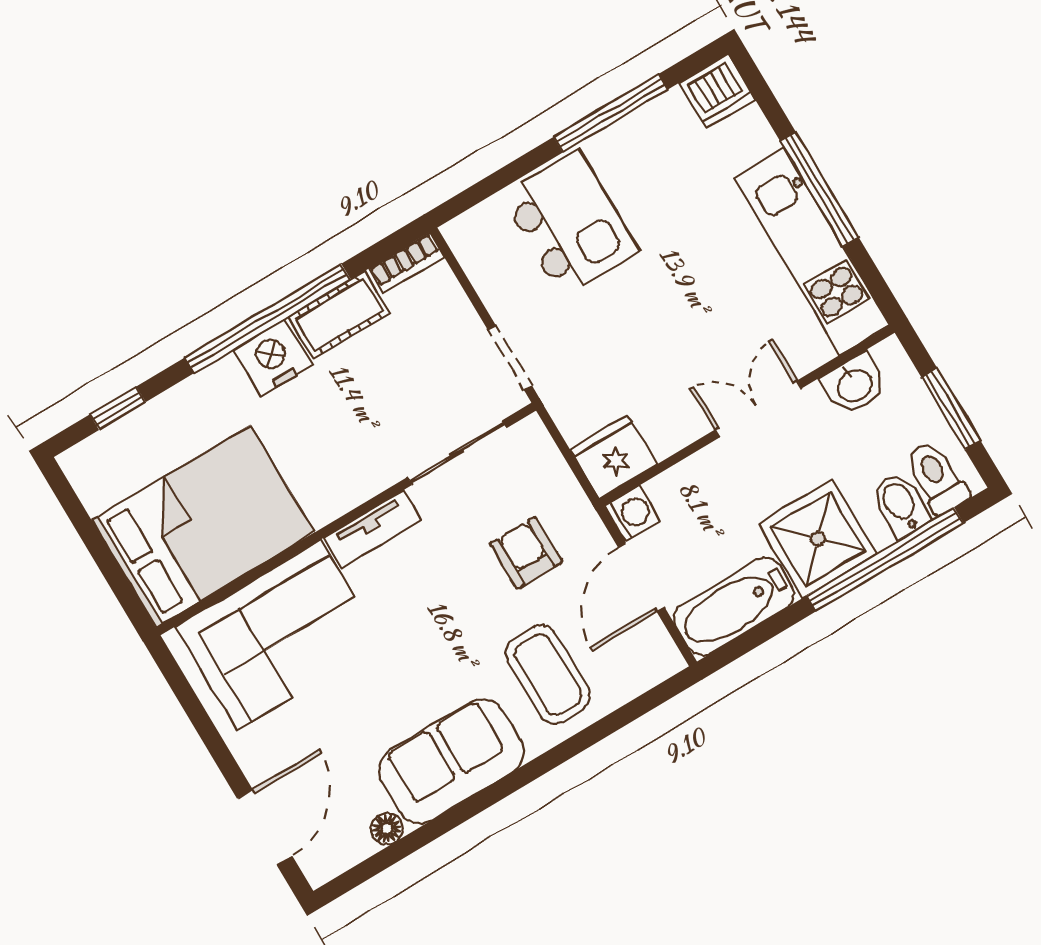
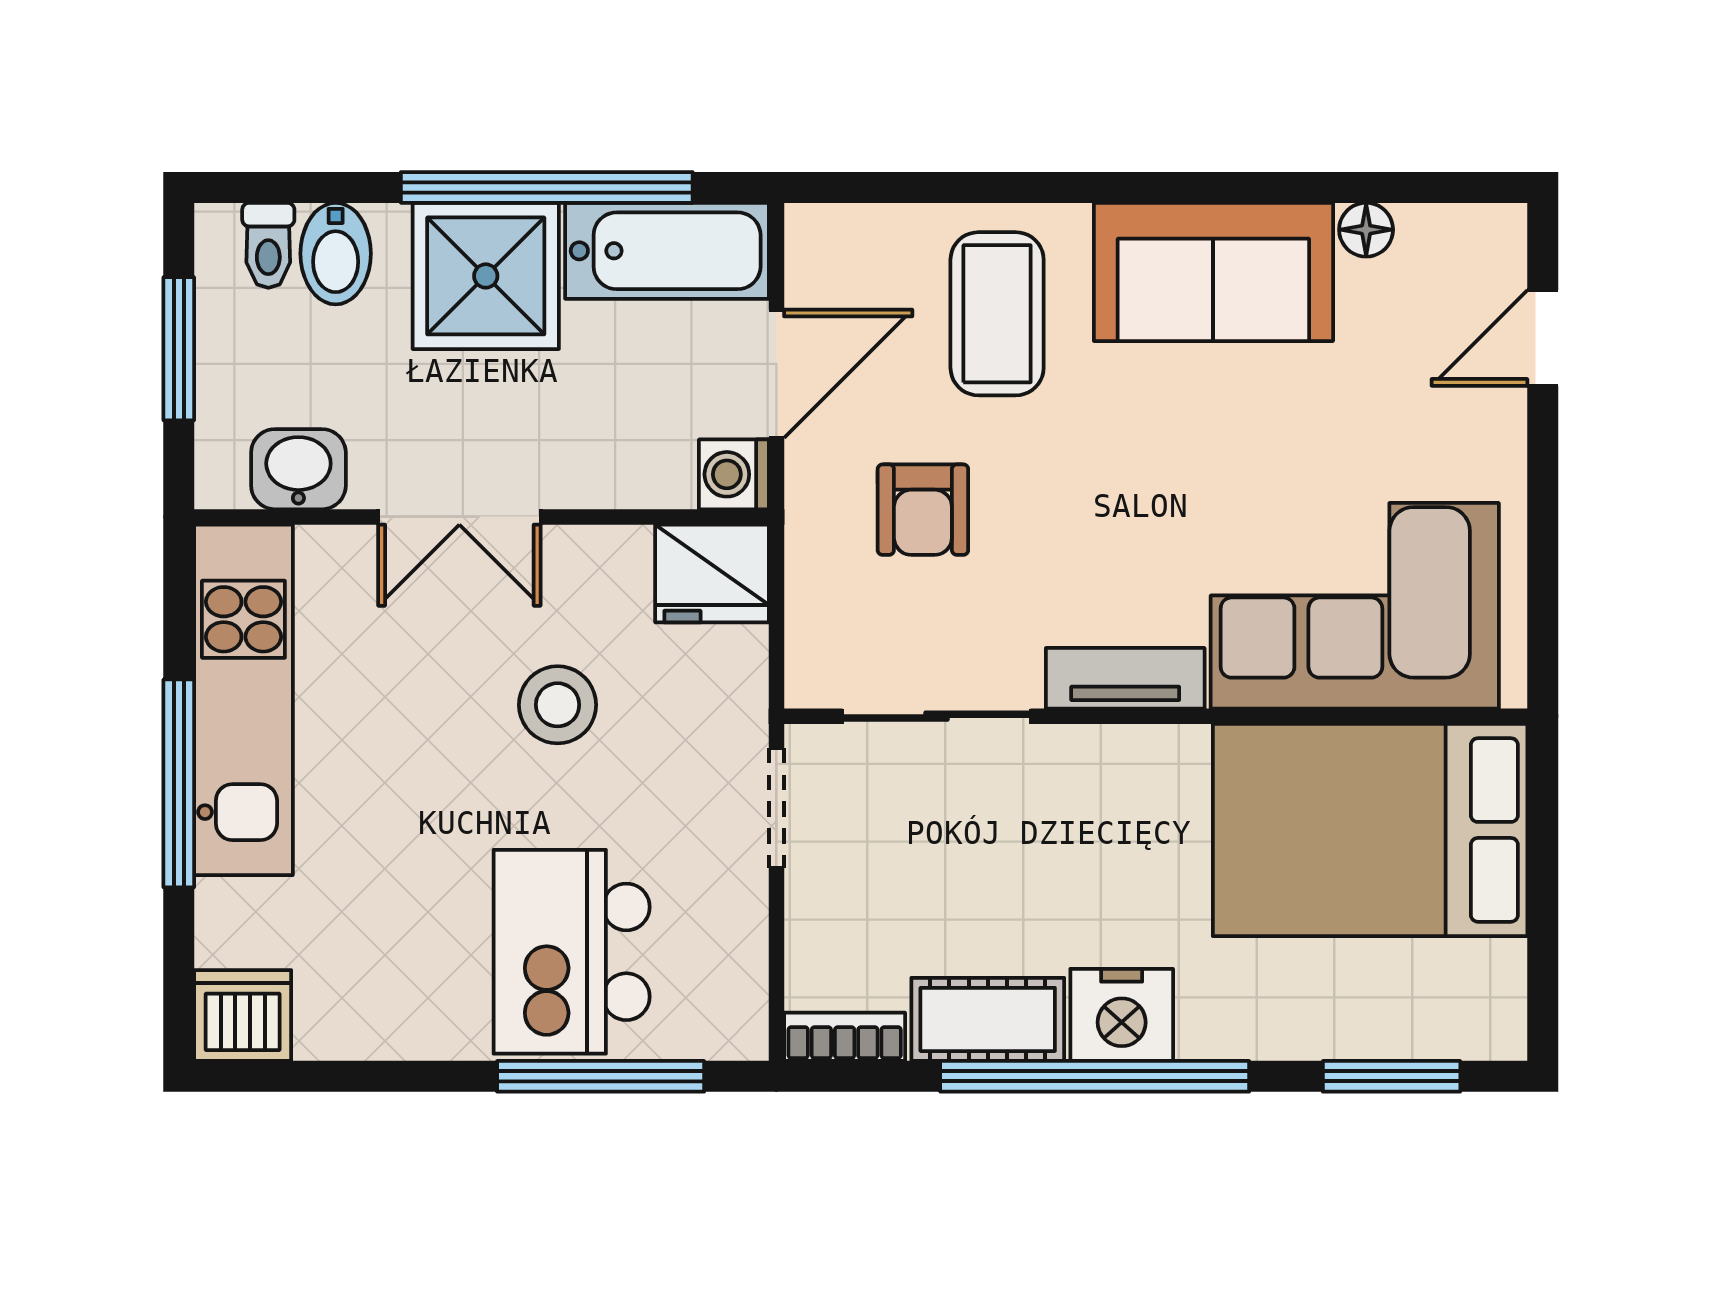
window: (611, 113) -> (601, 1076), moved
stool: (652, 344) -> (558, 705), added
window: (118, 408) -> (1392, 1076), width x1.50
toilet: (937, 477) -> (268, 245), width x0.73, depth x0.72
window: (885, 559) -> (547, 187), moved
door: (265, 827) -> (1543, 338), width x0.73

